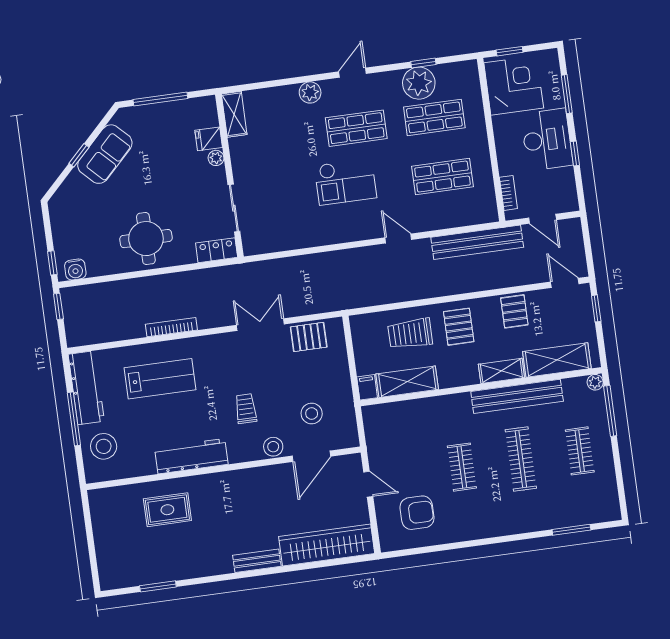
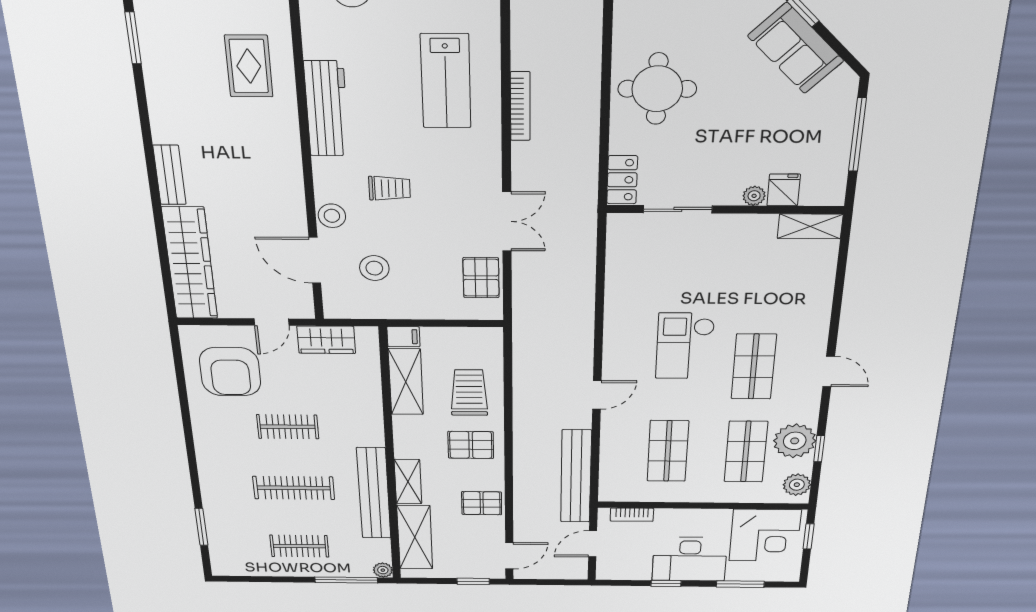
plant: (310, 92) -> (797, 485), moved
wardrobe: (378, 443) -> (326, 340), added
armchair: (417, 513) -> (230, 372), width x1.36, depth x1.36

